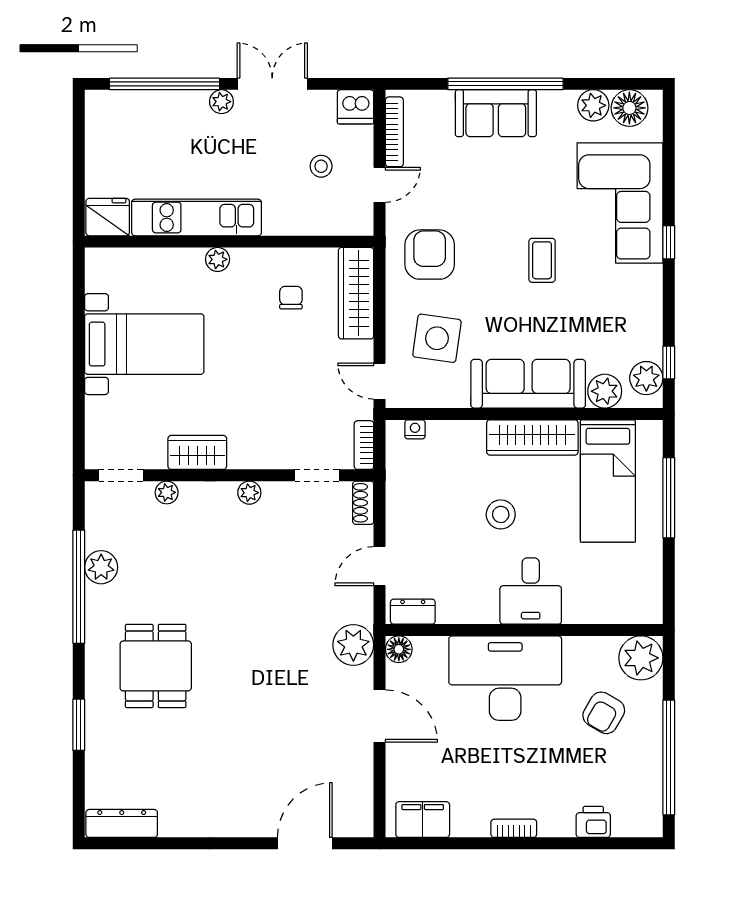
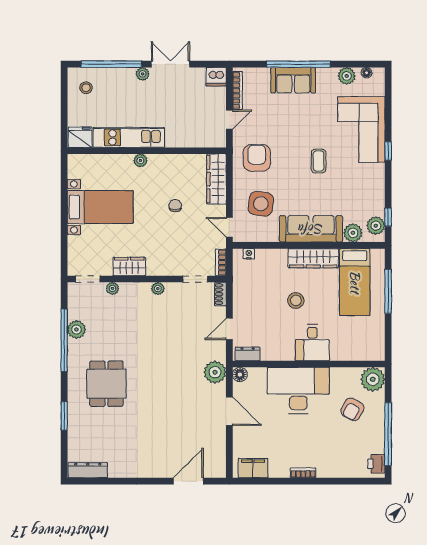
floor lamp: (629, 108) -> (367, 73), width x0.53, depth x0.53
stool: (321, 166) -> (86, 88), moved
chair: (291, 298) -> (175, 206), moved
printer: (593, 822) -> (376, 464), moved, turned -90

